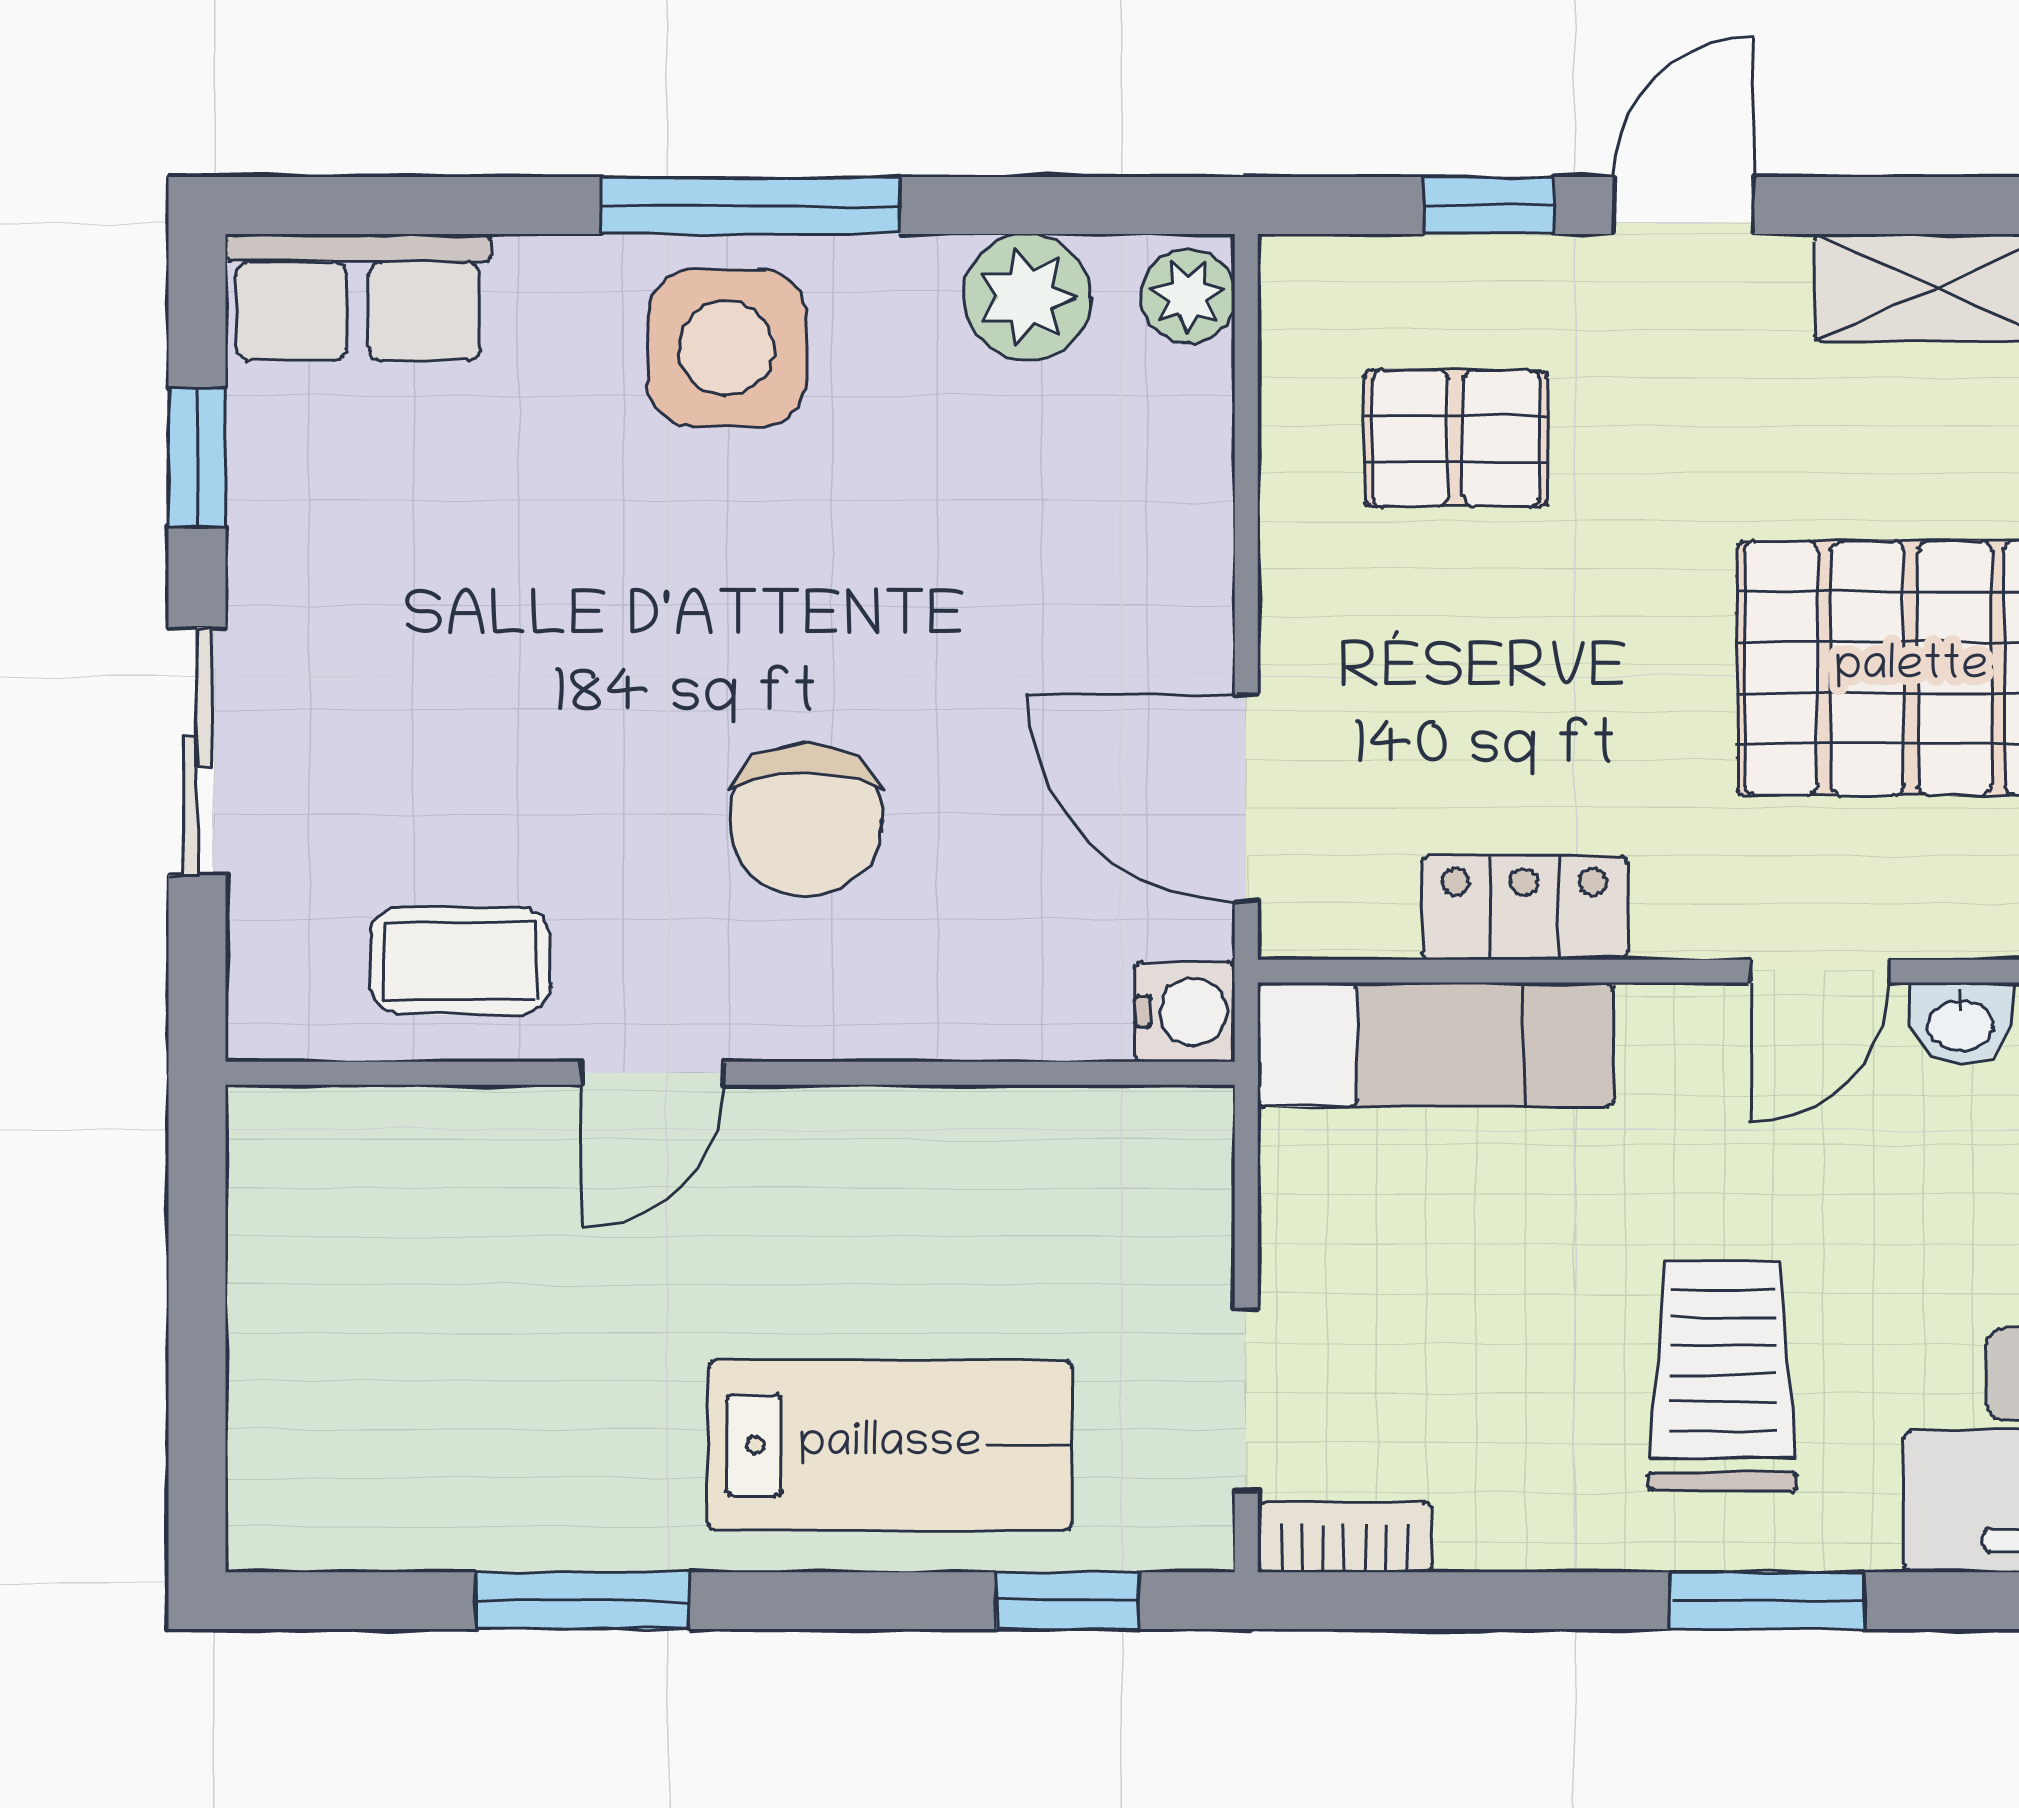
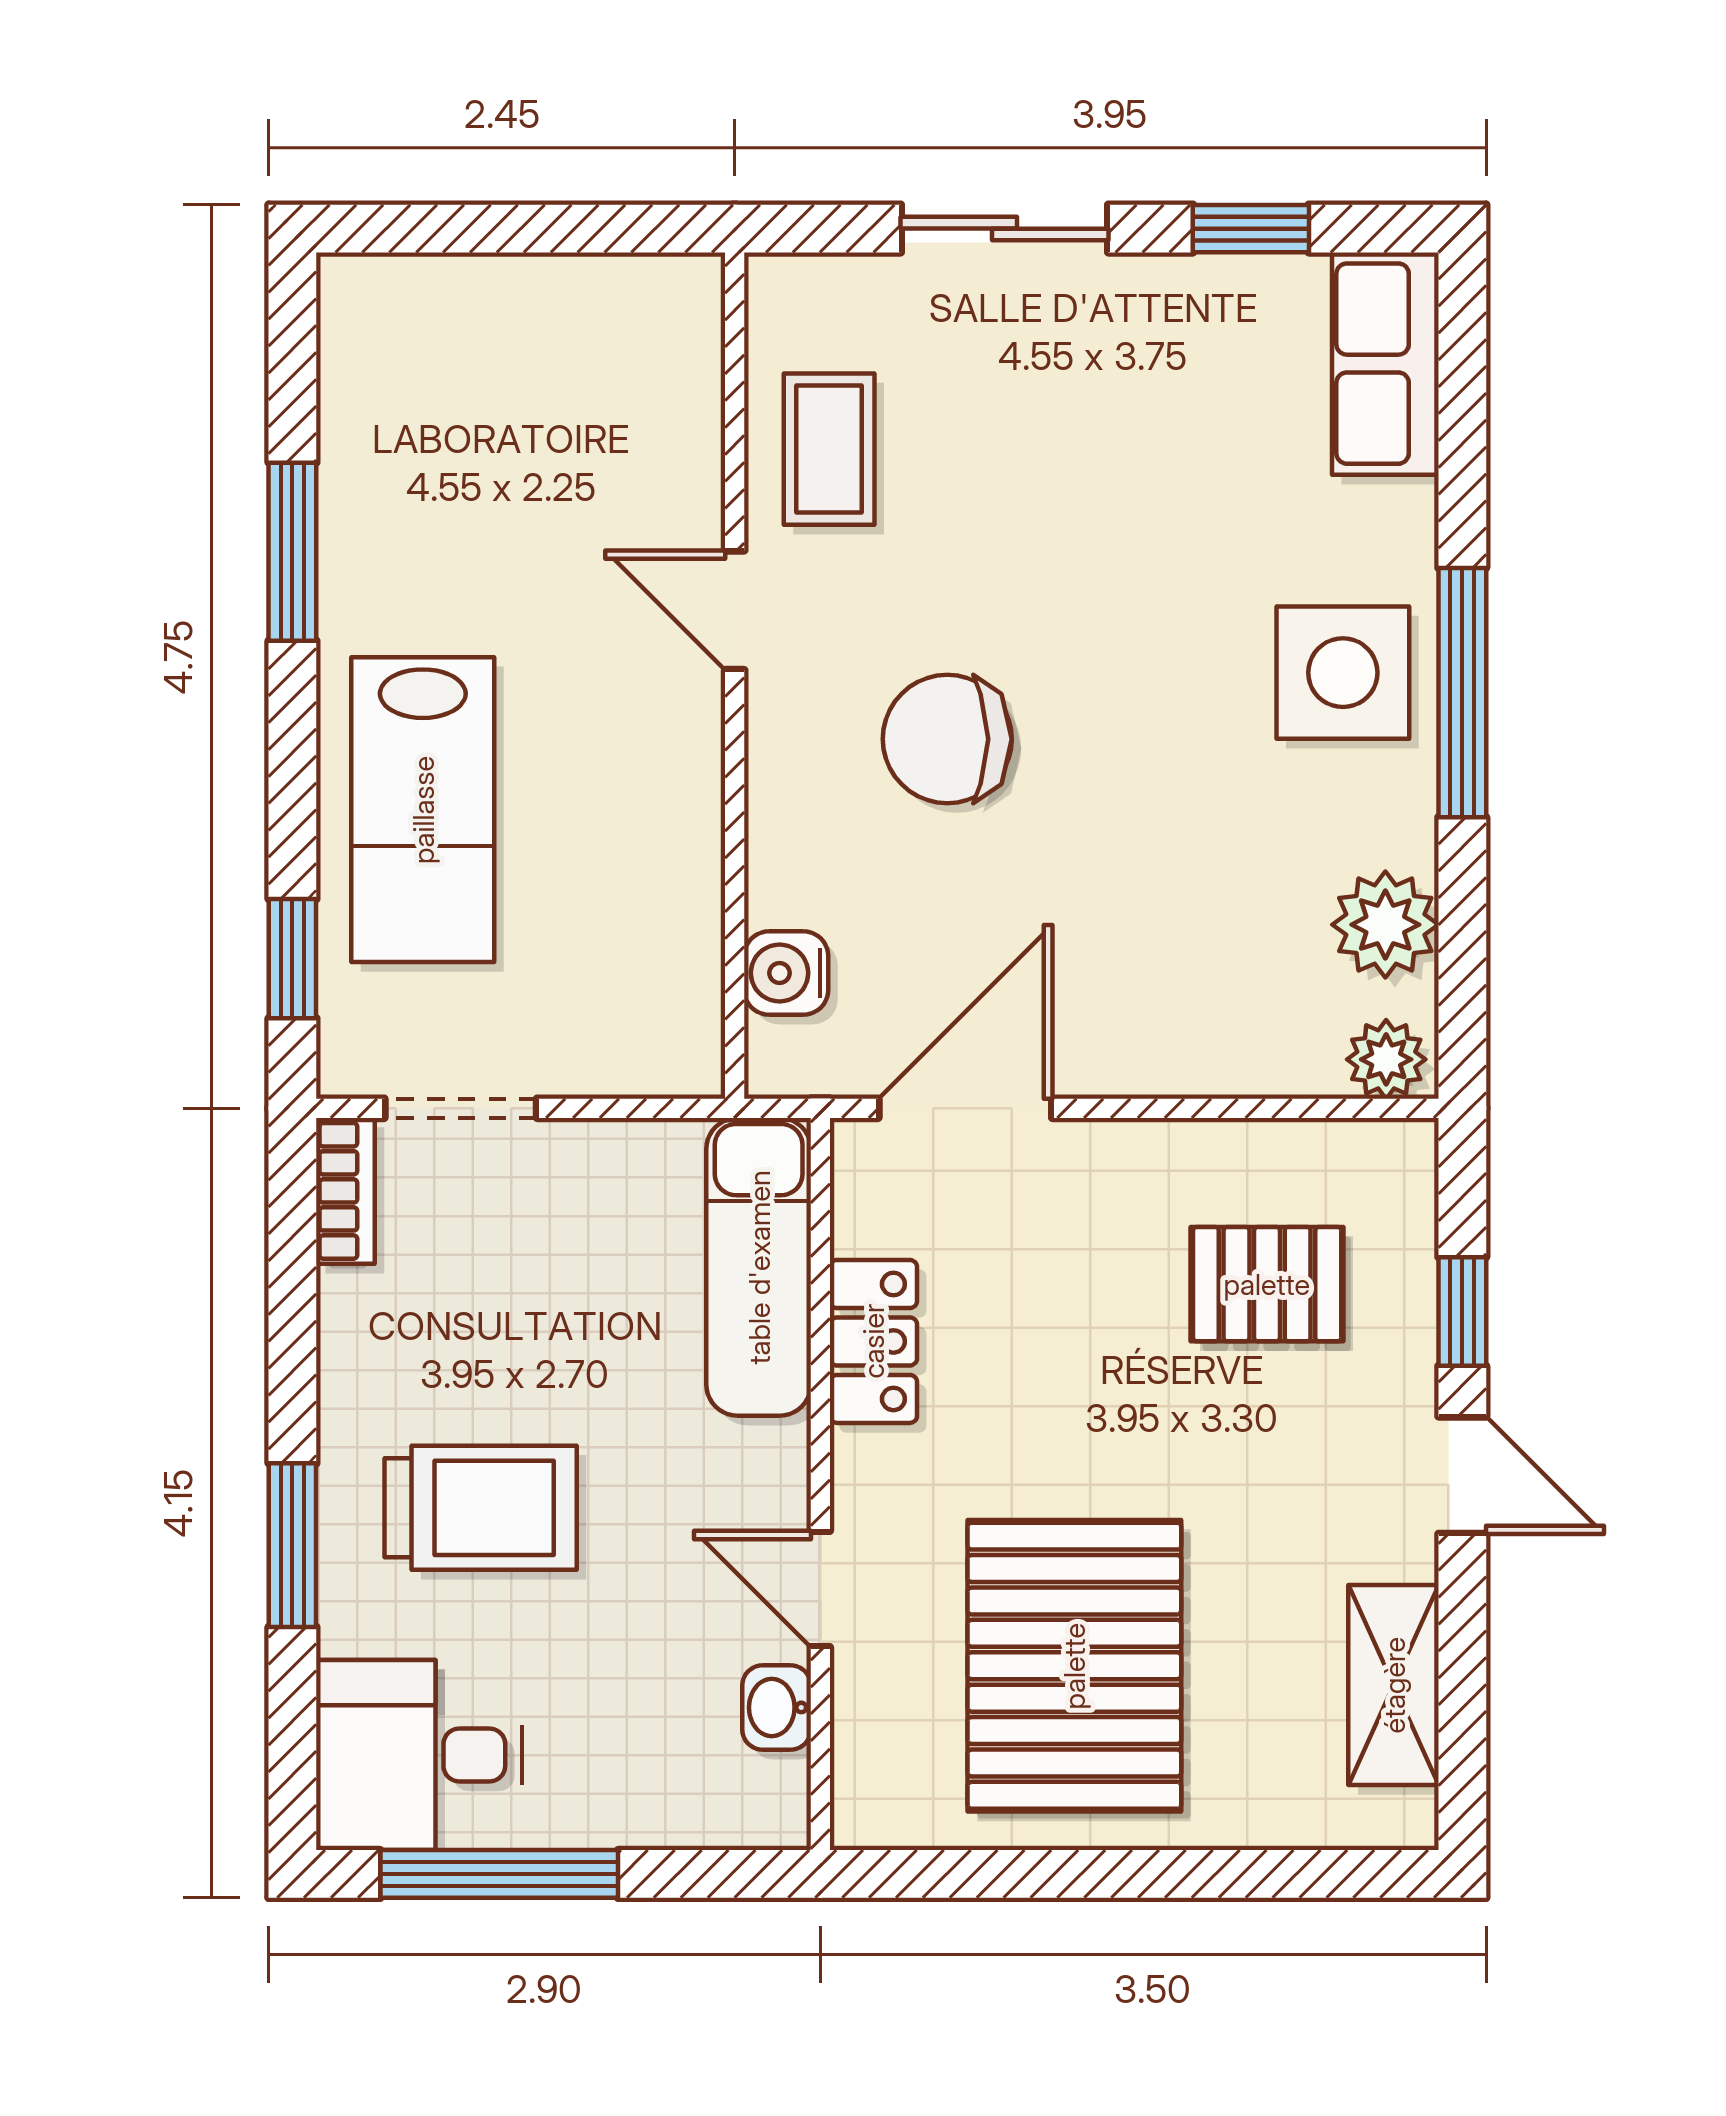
pallet: (1456, 438) -> (1267, 1284), turned 90
water cooler: (1185, 1012) -> (786, 973), moved, turned 90

